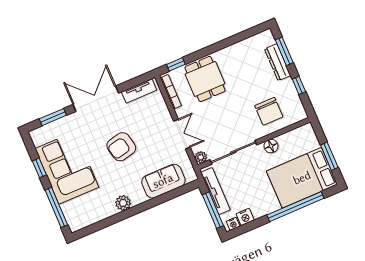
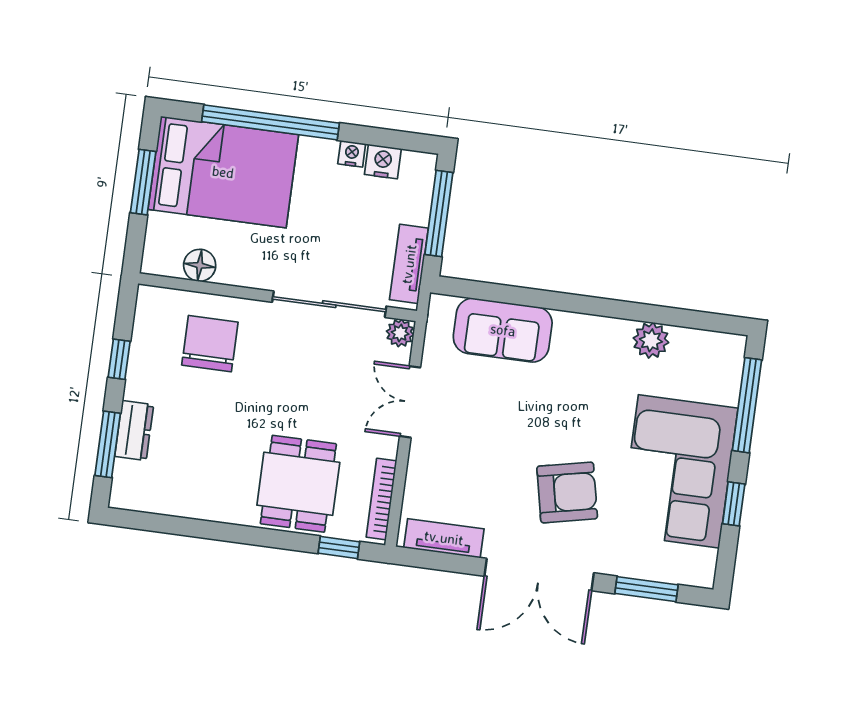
dresser: (278, 62) -> (134, 431), width x0.70
floor lamp: (271, 146) -> (200, 265), moved
armchair: (121, 147) -> (567, 492), moved
tv unit: (215, 191) -> (409, 264), width x0.71
plant: (123, 203) -> (651, 340), moved
nightstand: (233, 224) -> (352, 154), moved

